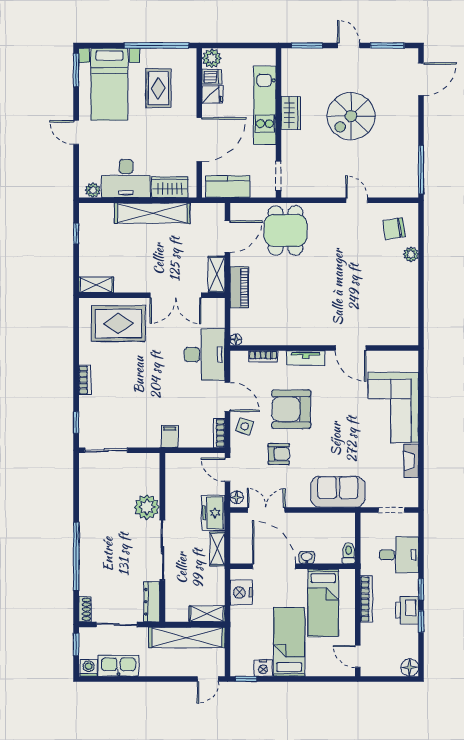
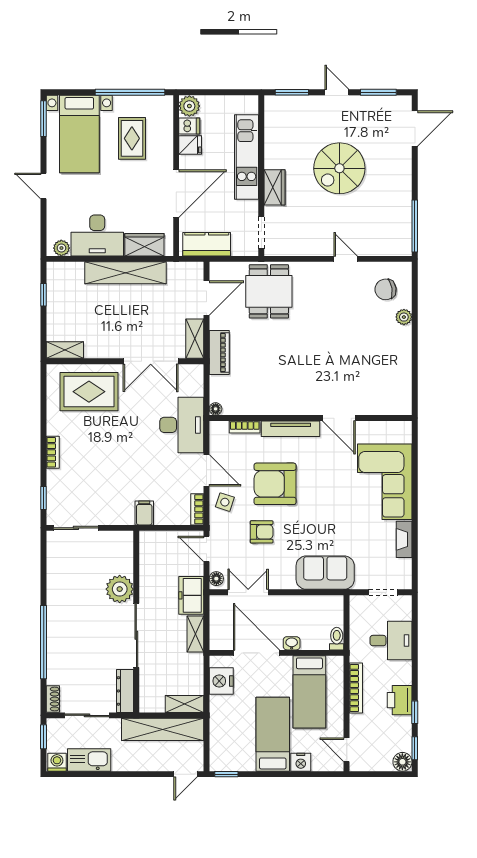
wardrobe: (291, 113) -> (274, 187), moved
tv unit: (306, 358) -> (291, 429), width x1.41
window: (421, 589) -> (415, 748), moved
nightstand: (263, 668) -> (301, 762), moved

